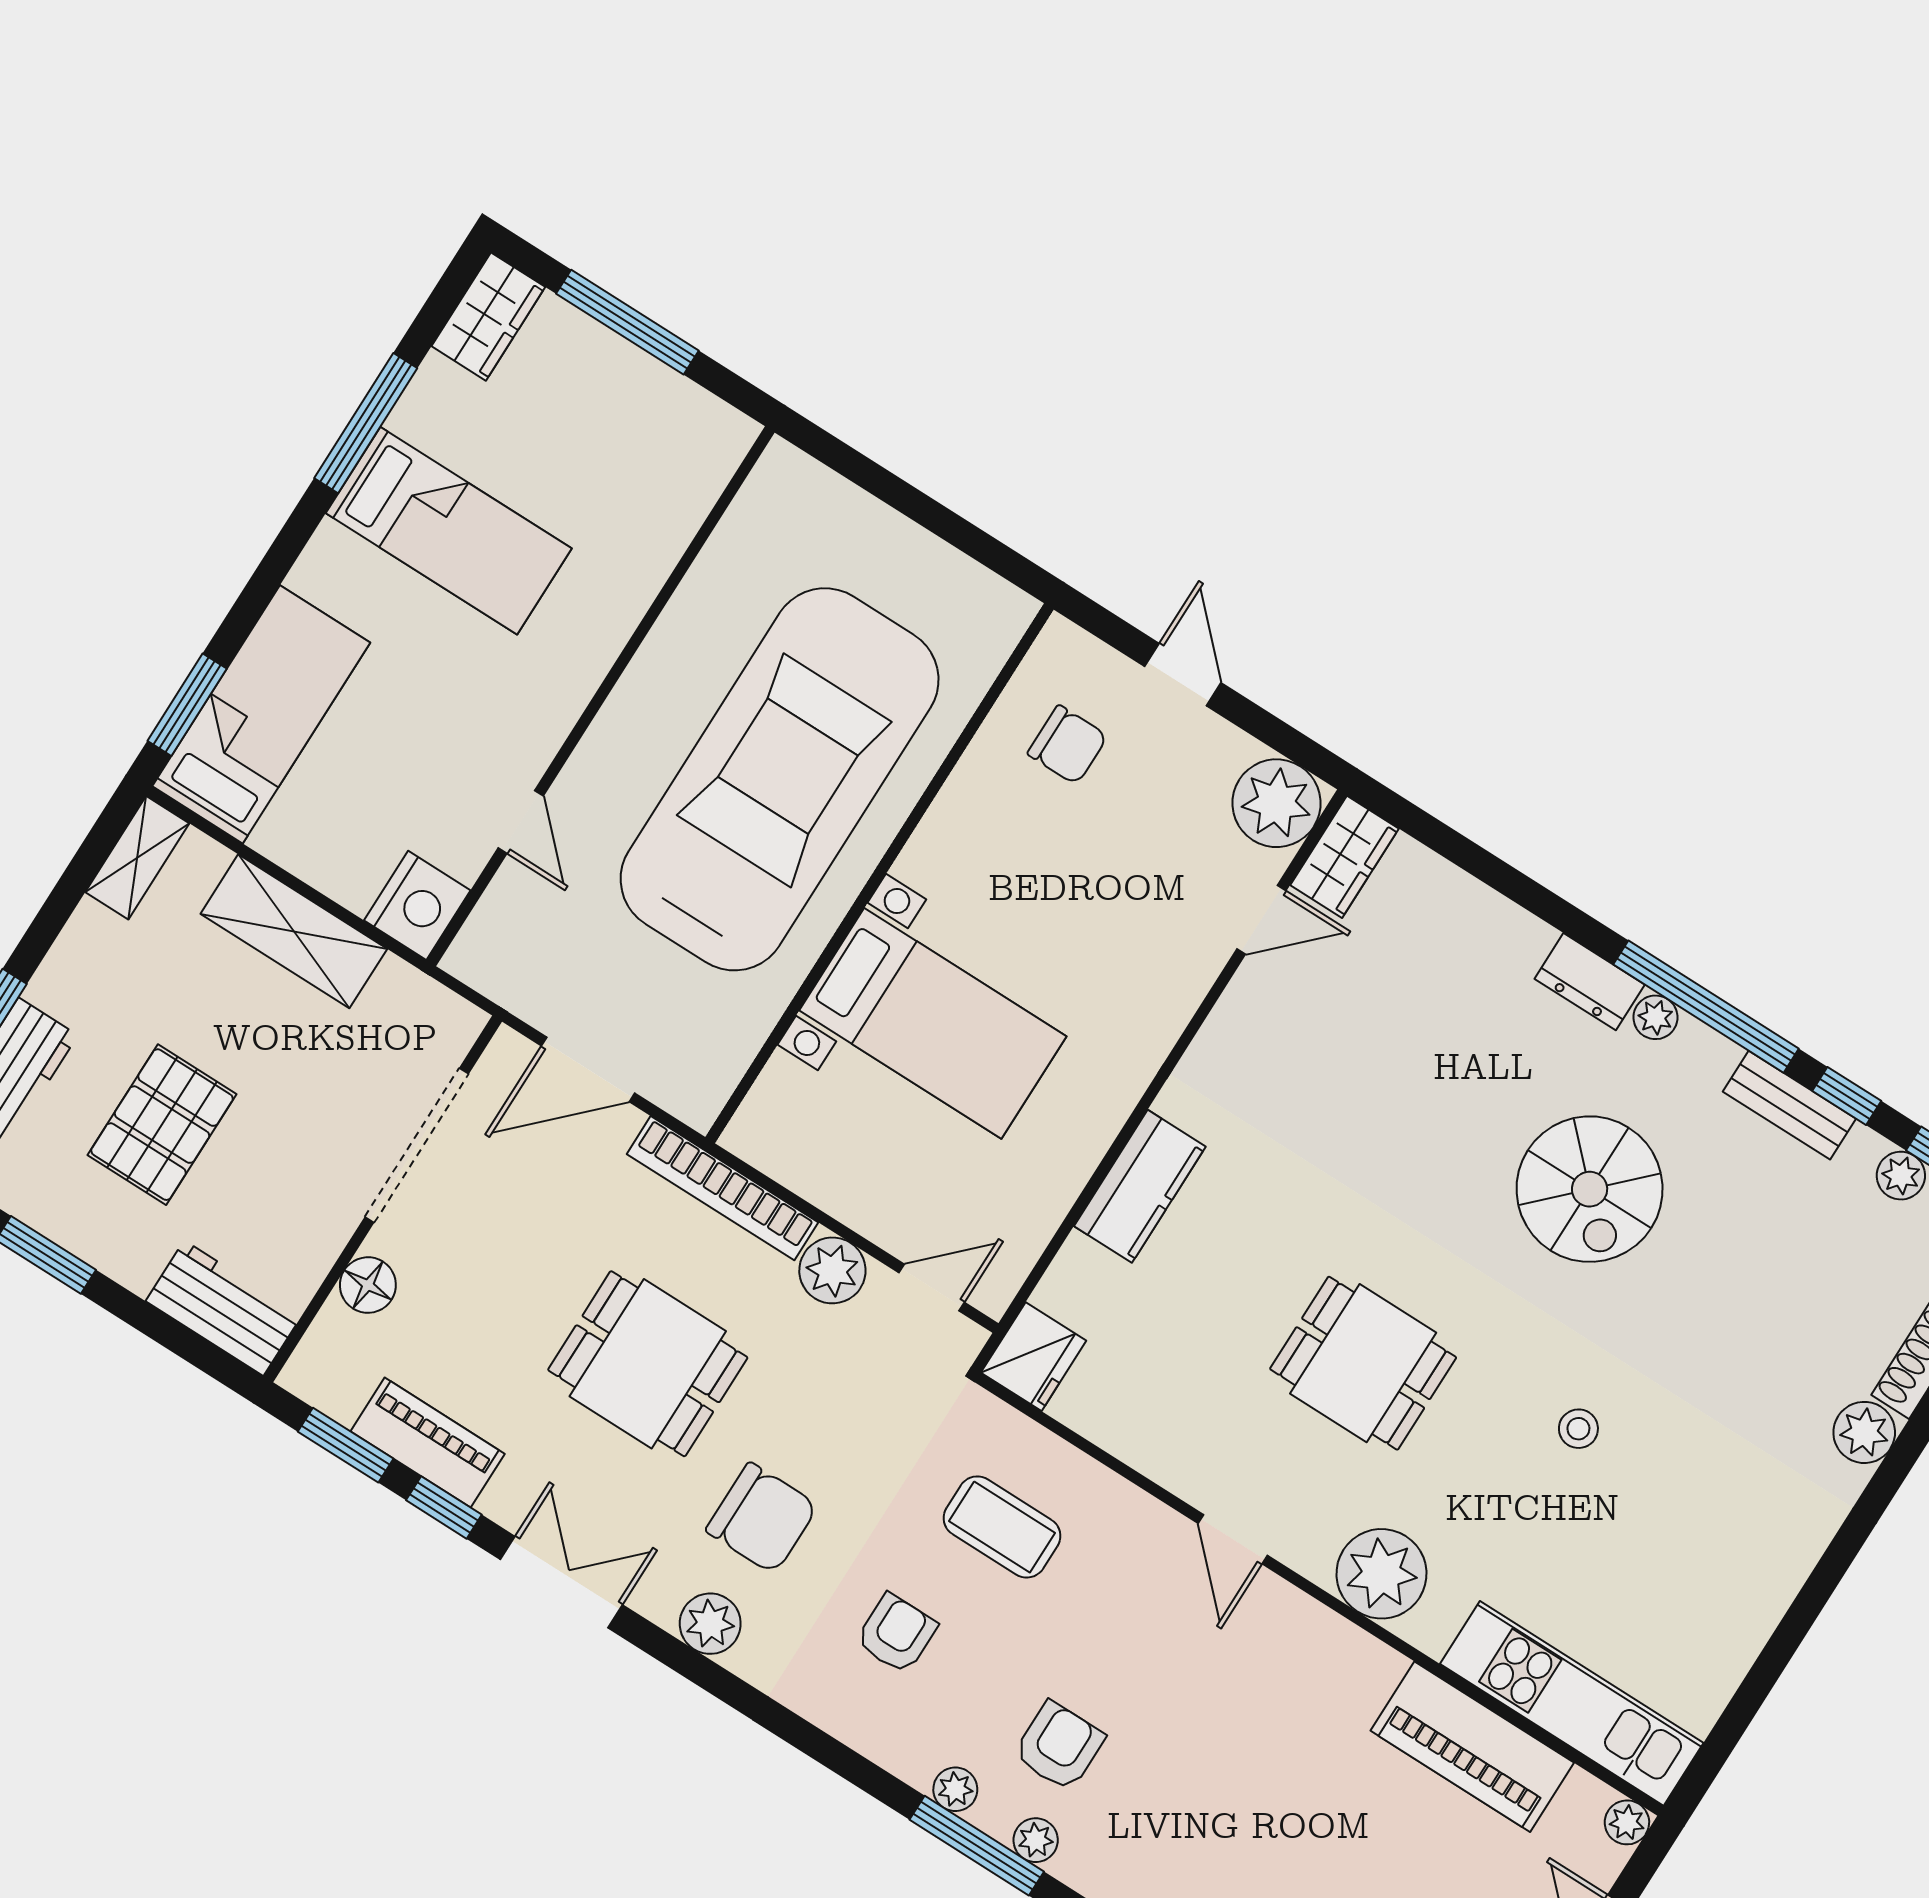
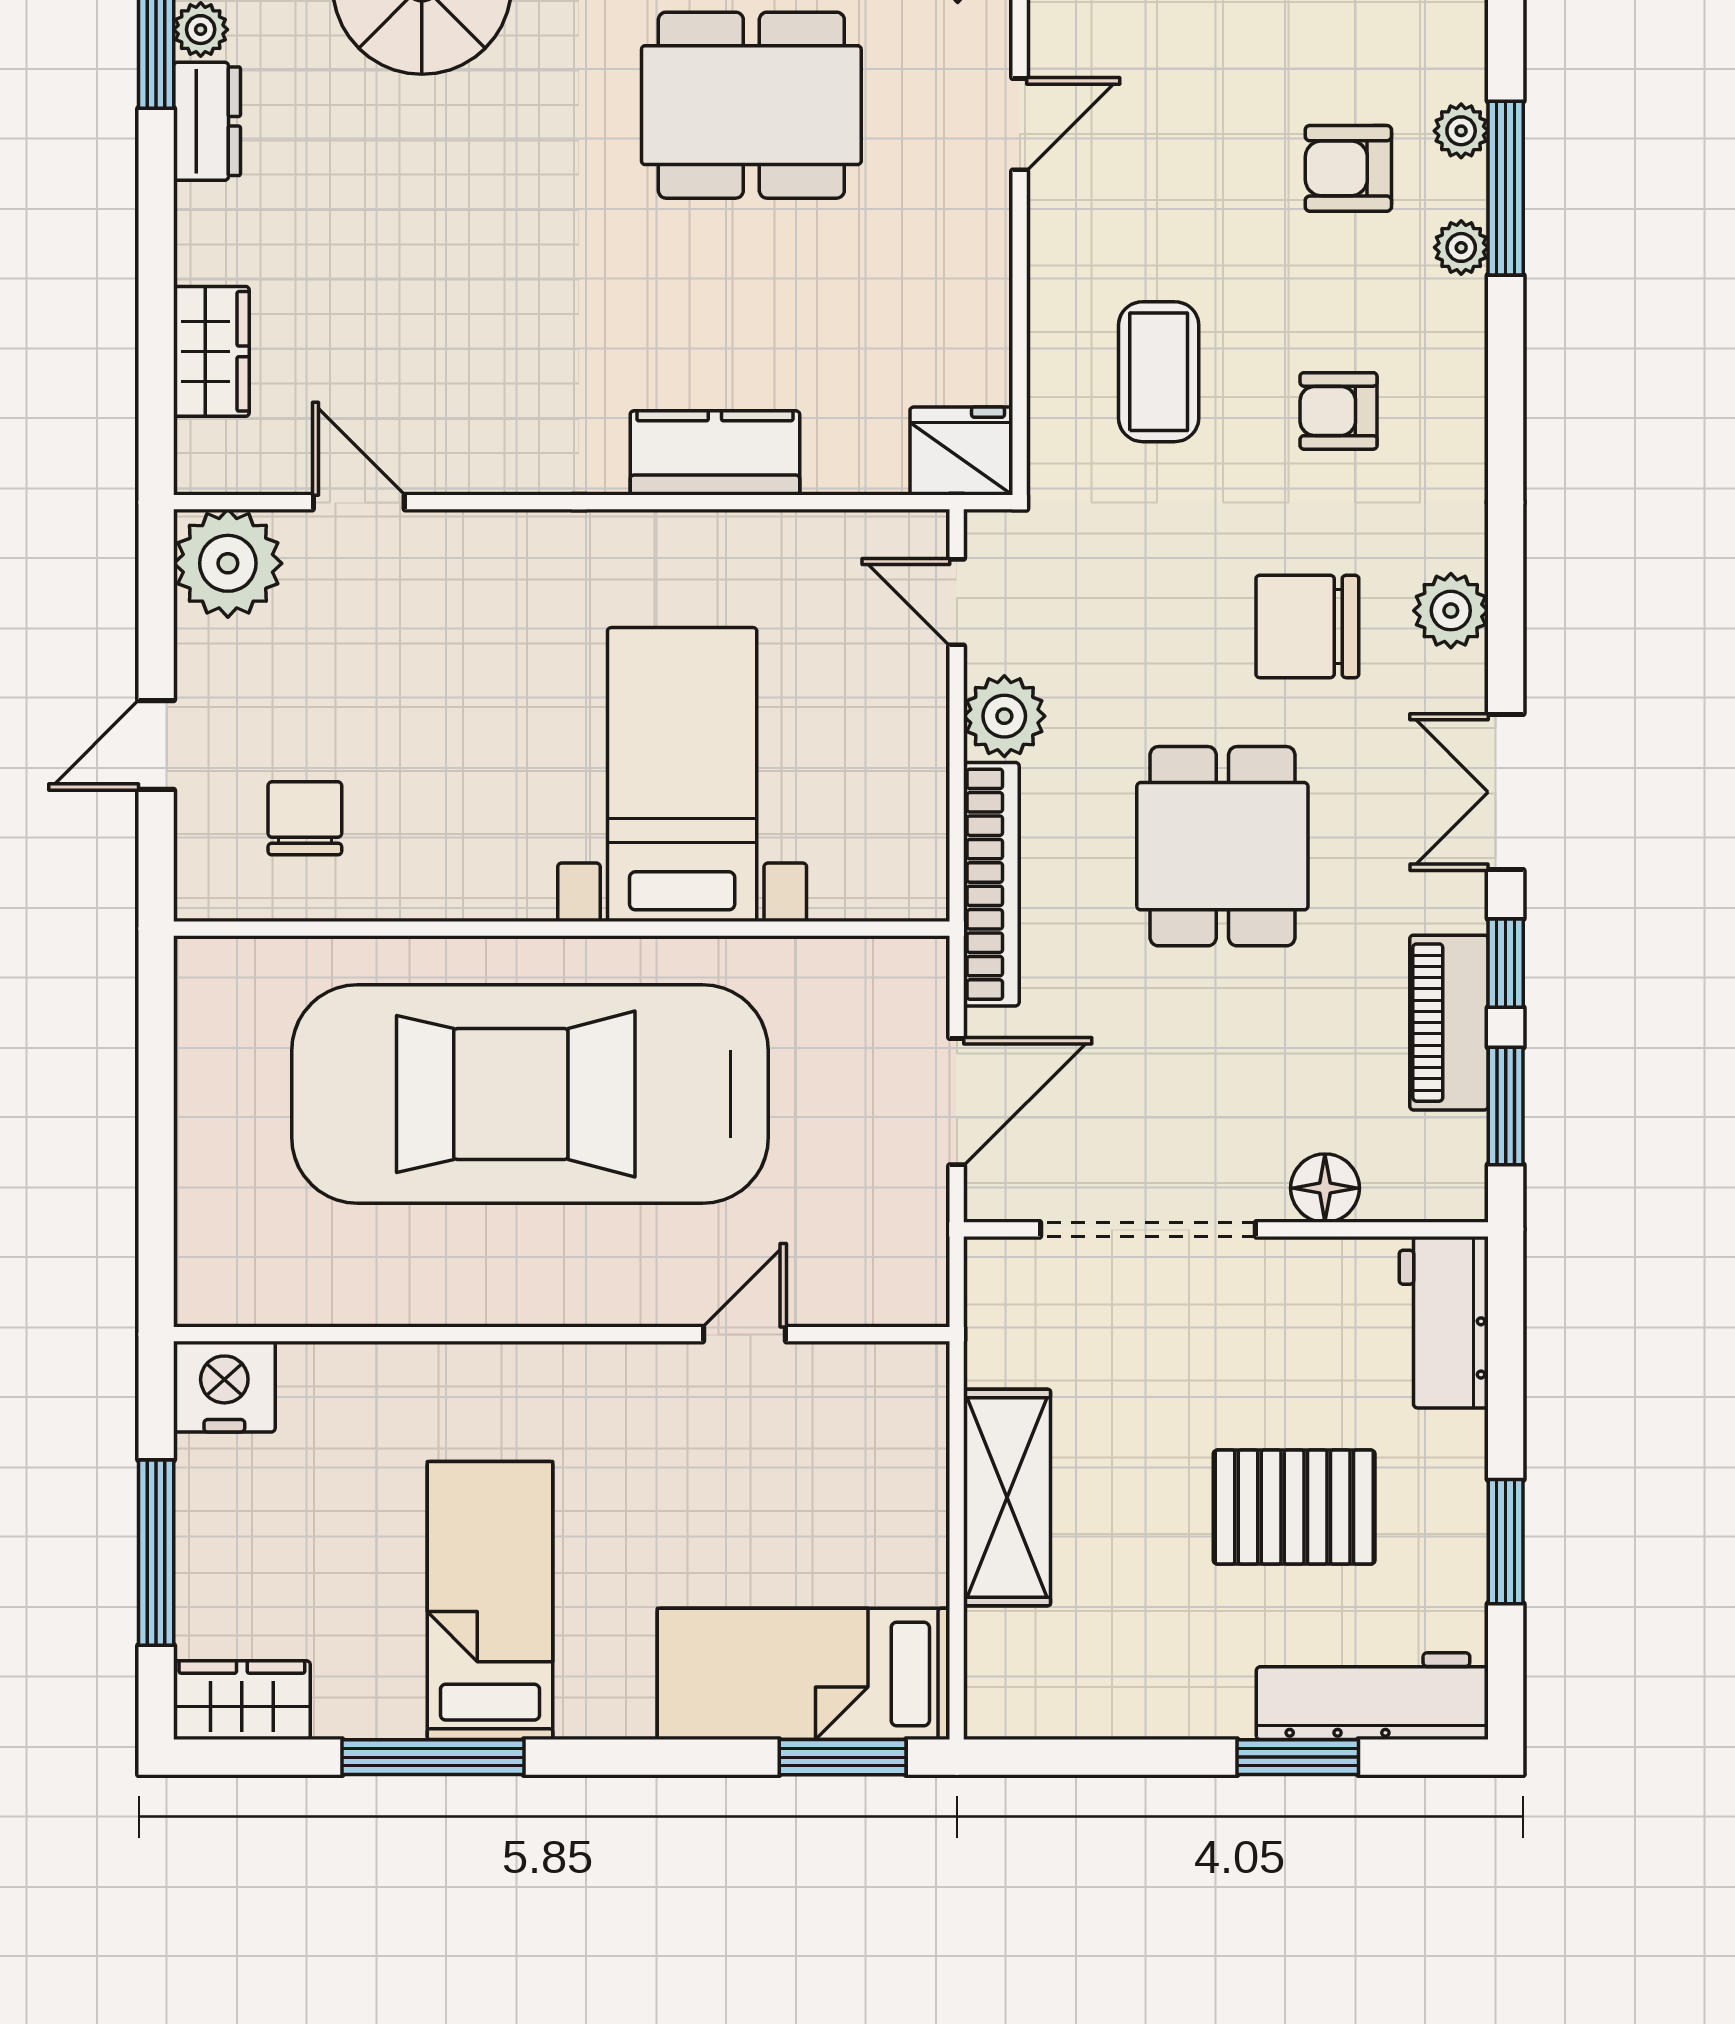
wardrobe: (1344, 857) -> (211, 351), moved, turned 90
shelving: (137, 858) -> (1034, 1708), removed
nightstand: (417, 905) -> (224, 1387), moved
door: (588, 1069) -> (957, 1102), hinge flipped
dining table: (1363, 1363) -> (751, 105), width x1.38
chair: (762, 1518) -> (1307, 626), turned -90

